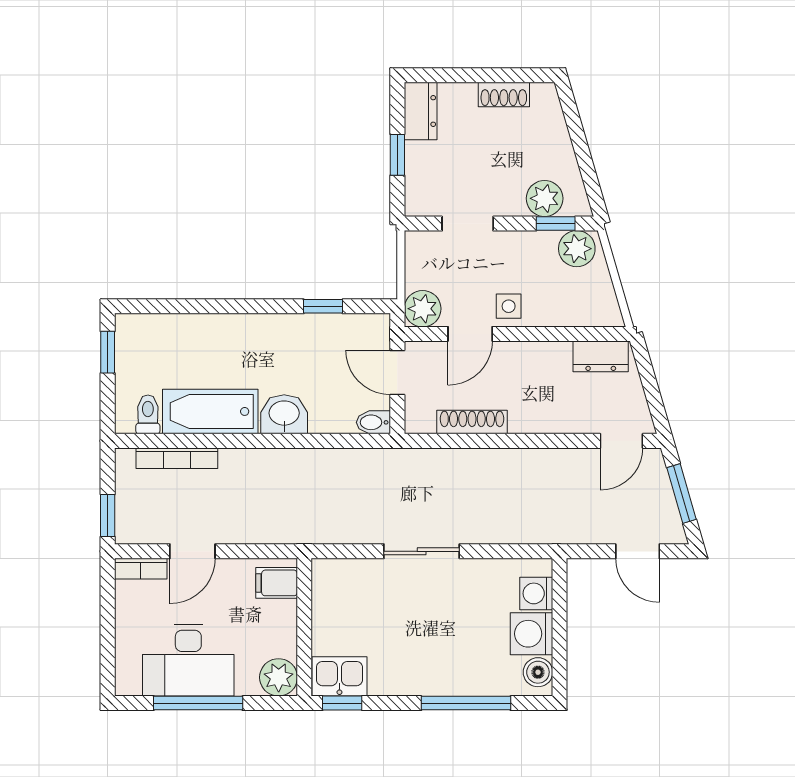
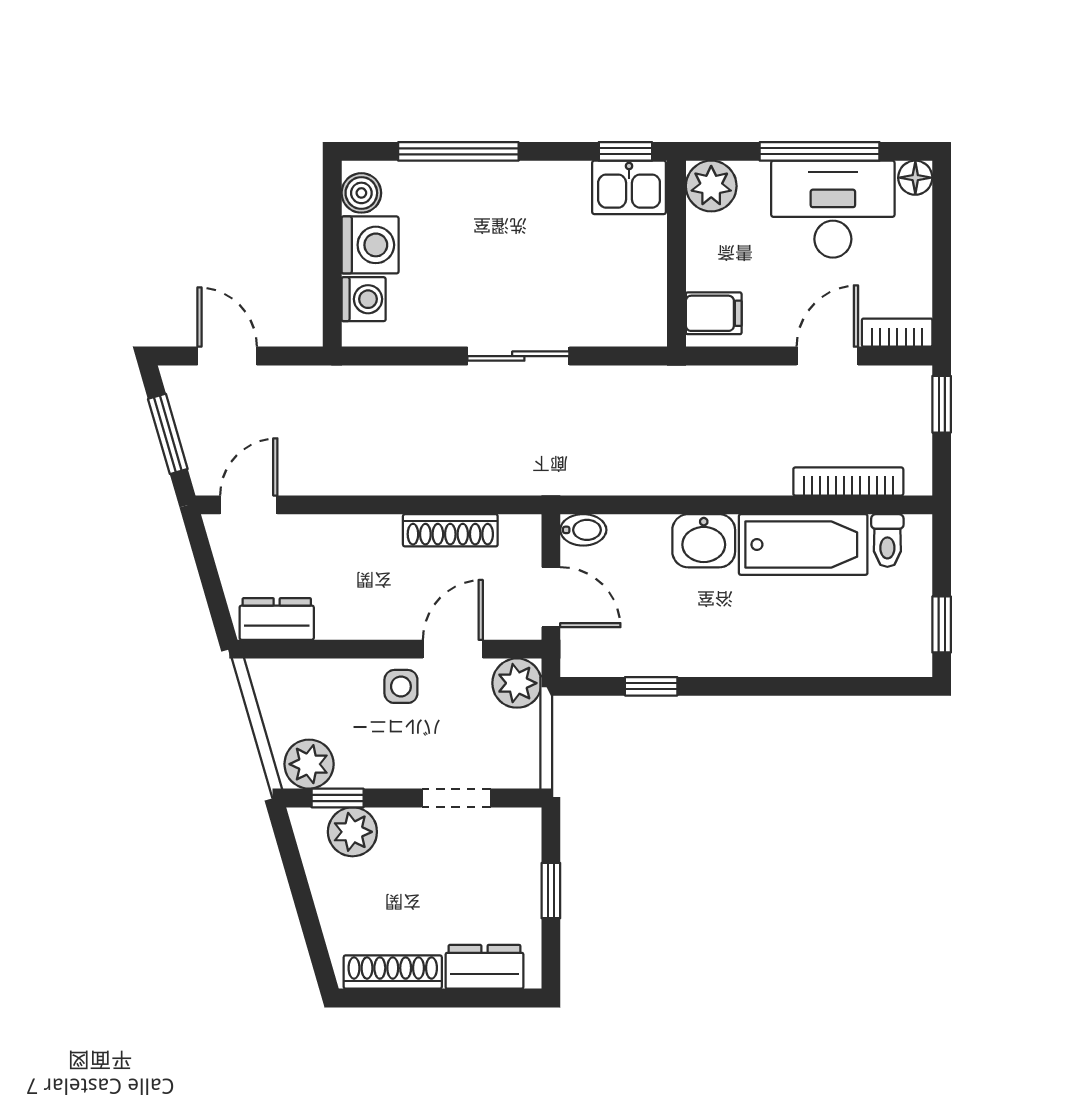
shoe rack: (504, 94) -> (393, 972), width x1.43
dresser: (421, 111) -> (484, 967), moved, turned 90
floor lamp: (127, 684) -> (915, 178), added

